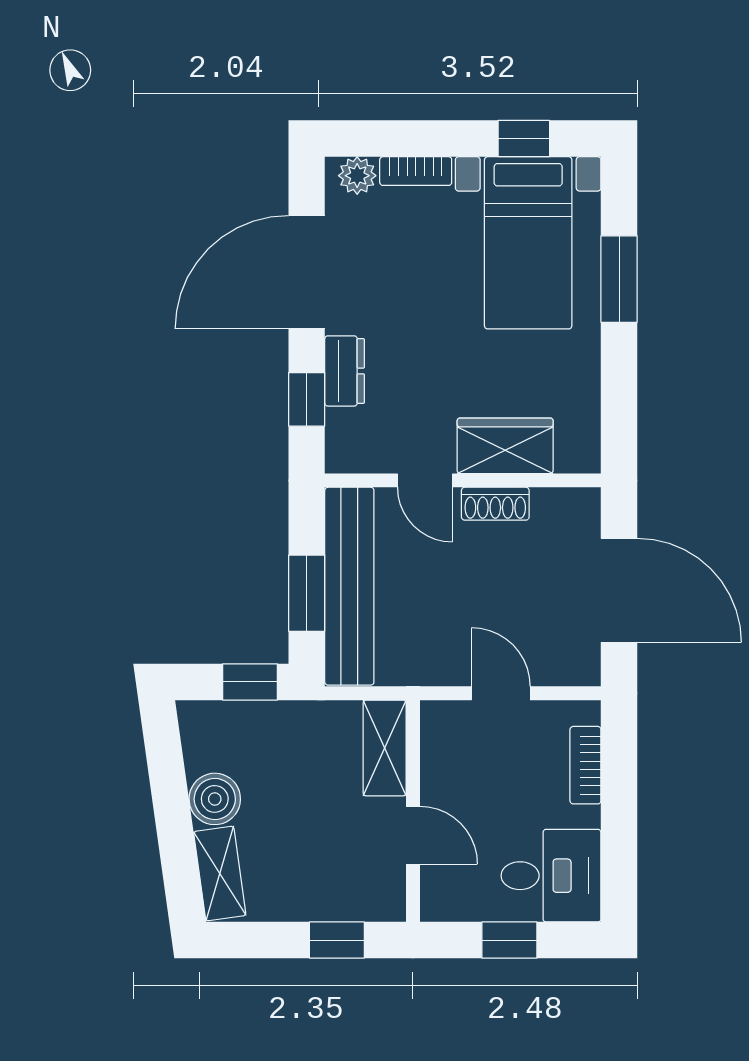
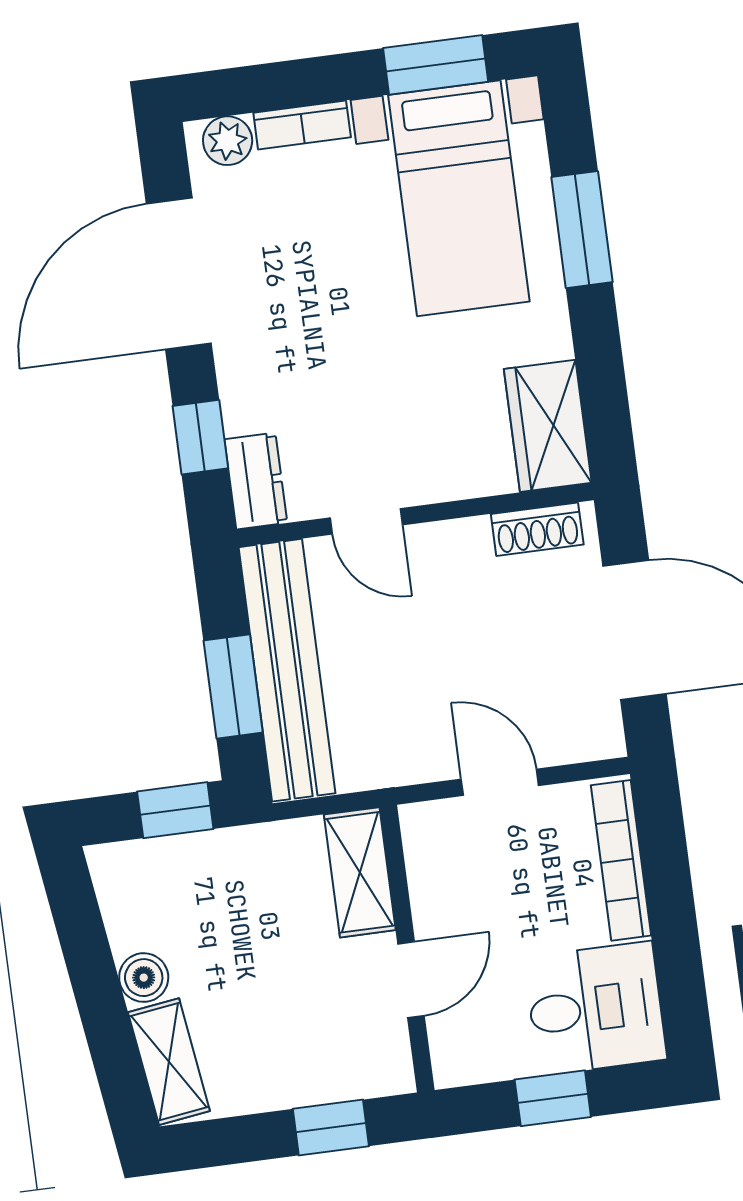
window: (524, 139) -> (436, 65), width x1.50
dresser: (345, 371) -> (256, 481), moved
wardrobe: (505, 446) -> (548, 426), moved, turned -90
shoe rack: (495, 504) -> (537, 529), moved
bookcase: (585, 765) -> (621, 860), width x1.56
boiler: (215, 799) -> (144, 978), width x0.73, depth x0.73
door: (413, 835) -> (411, 980), hinge flipped

